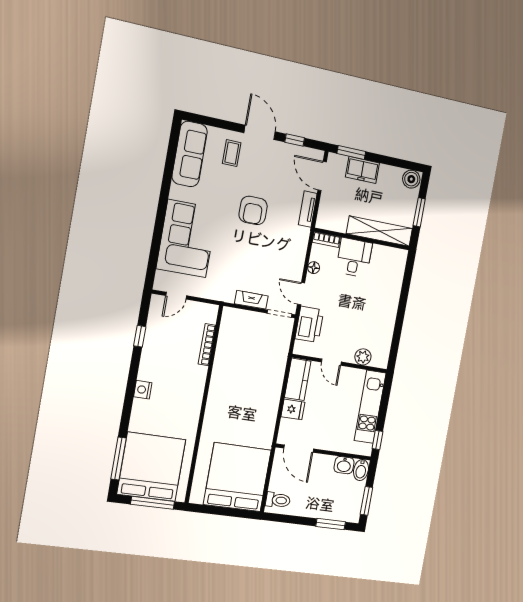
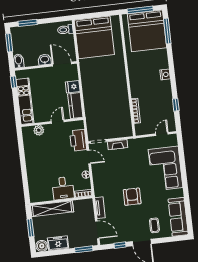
freezer: (362, 170) -> (58, 243), moved
door: (331, 362) -> (58, 122), hinge flipped
washbasin: (344, 465) -> (45, 60), moved

